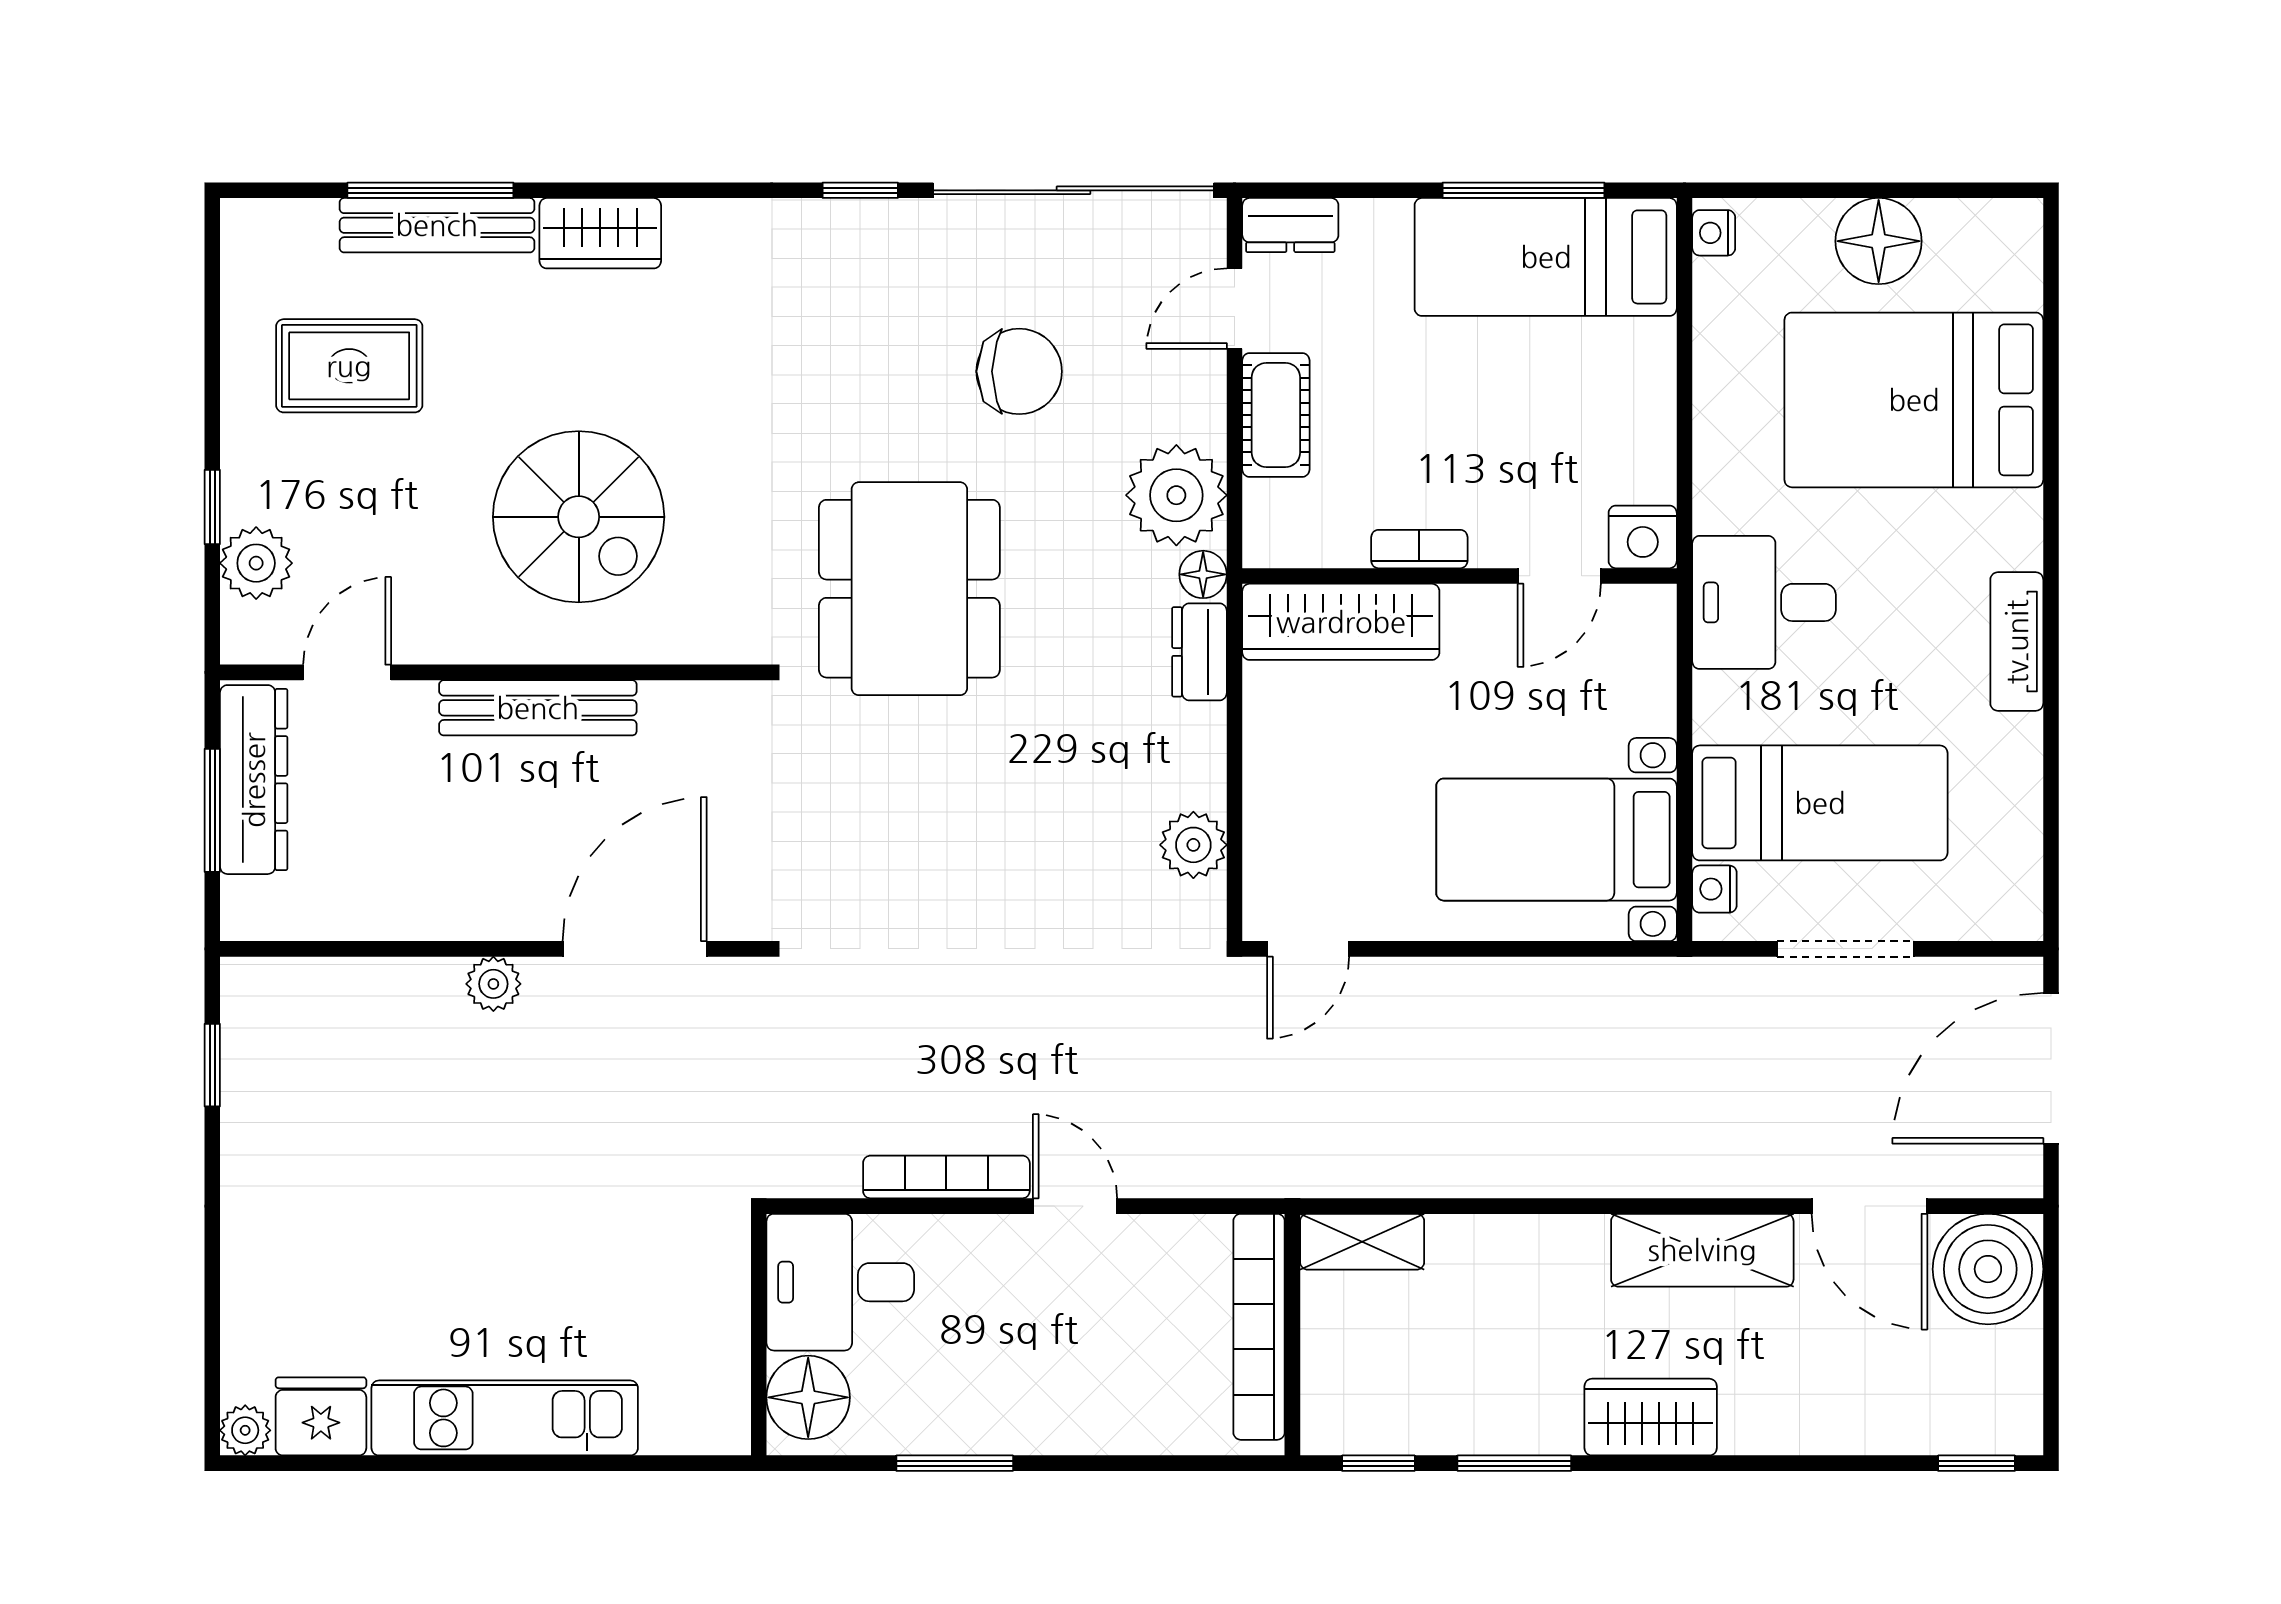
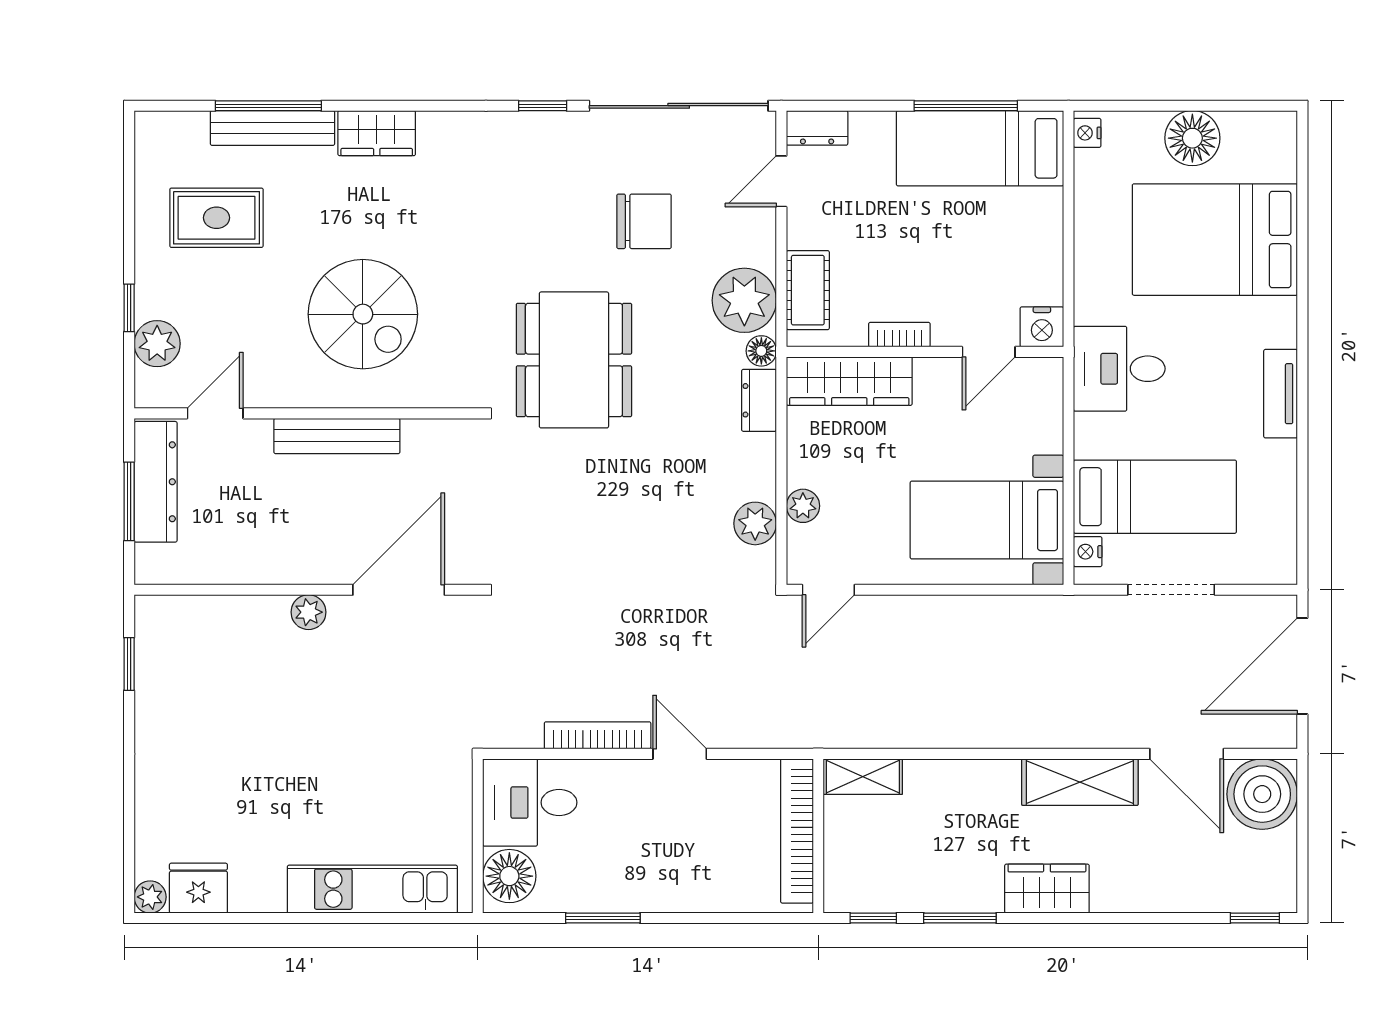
cot: (1276, 415) -> (808, 290), moved
plant: (1268, 817) -> (803, 506), added
kitchen unit: (505, 1418) -> (372, 889), moved

